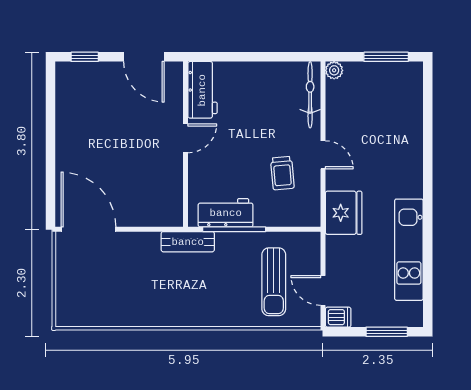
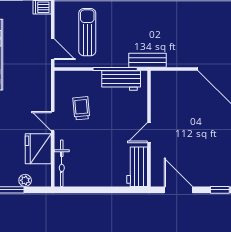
plant: (334, 70) -> (25, 180), moved
fridge: (344, 213) -> (38, 149), moved
door: (323, 290) -> (53, 49), moved

